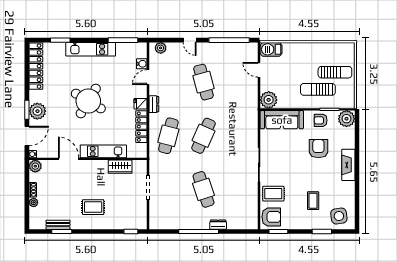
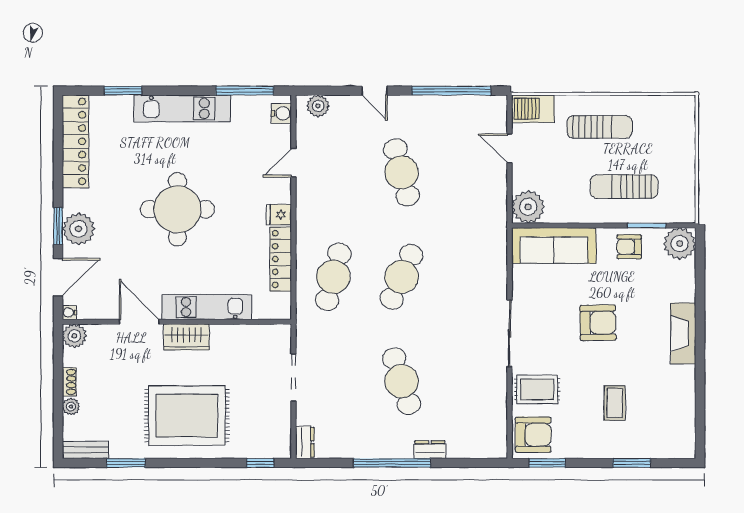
water cooler: (142, 64) -> (281, 113), moved
sun lounger: (335, 72) -> (600, 127), moved
round table: (88, 101) -> (177, 209), turned -31
dresser: (154, 104) -> (305, 442), moved
armchair: (318, 149) -> (598, 323), moved, turned 89
wardrobe: (120, 167) -> (186, 337), moved
rug: (93, 207) -> (187, 416), width x1.86, depth x2.06
side table: (339, 216) -> (665, 433), removed
bench: (58, 225) -> (86, 450), moved

